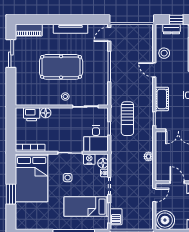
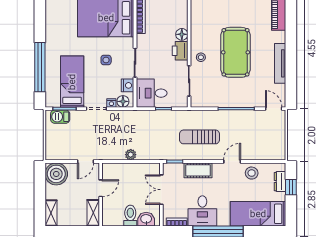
printer: (32, 114) -> (180, 51), moved
sun lounger: (127, 119) -> (200, 137), moved
door: (154, 195) -> (85, 161), hinge flipped

